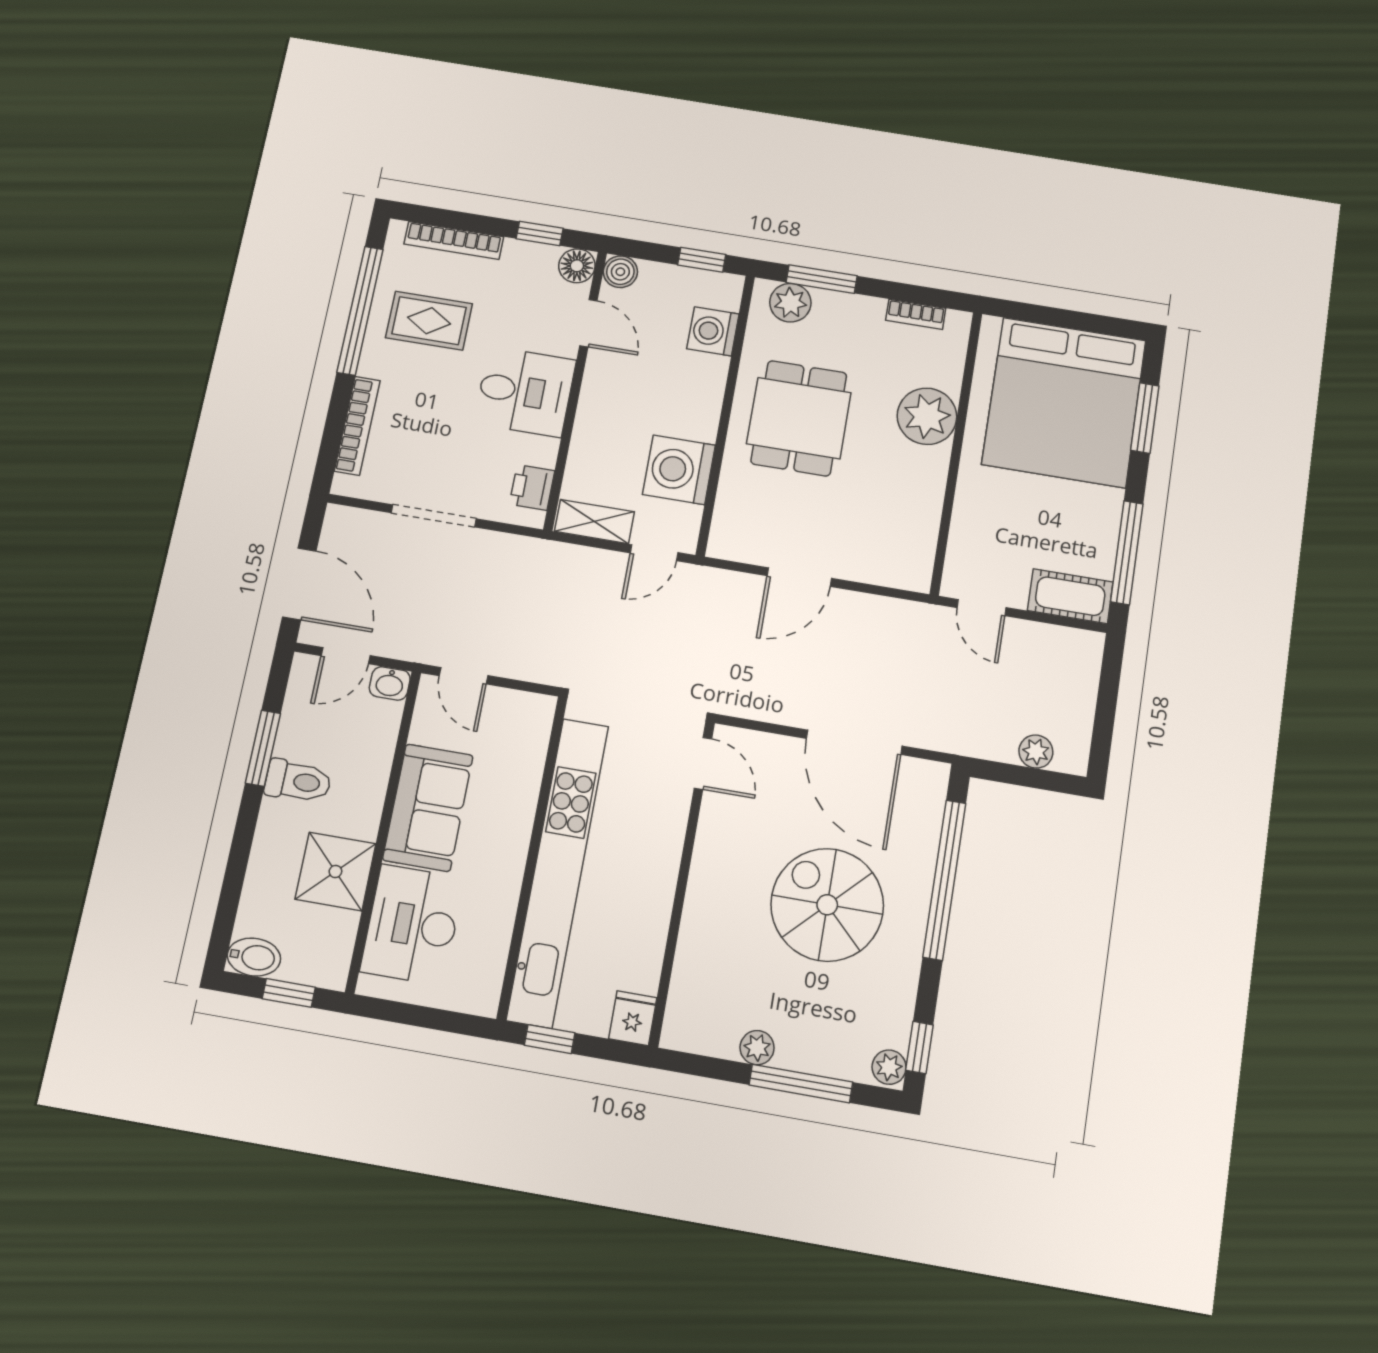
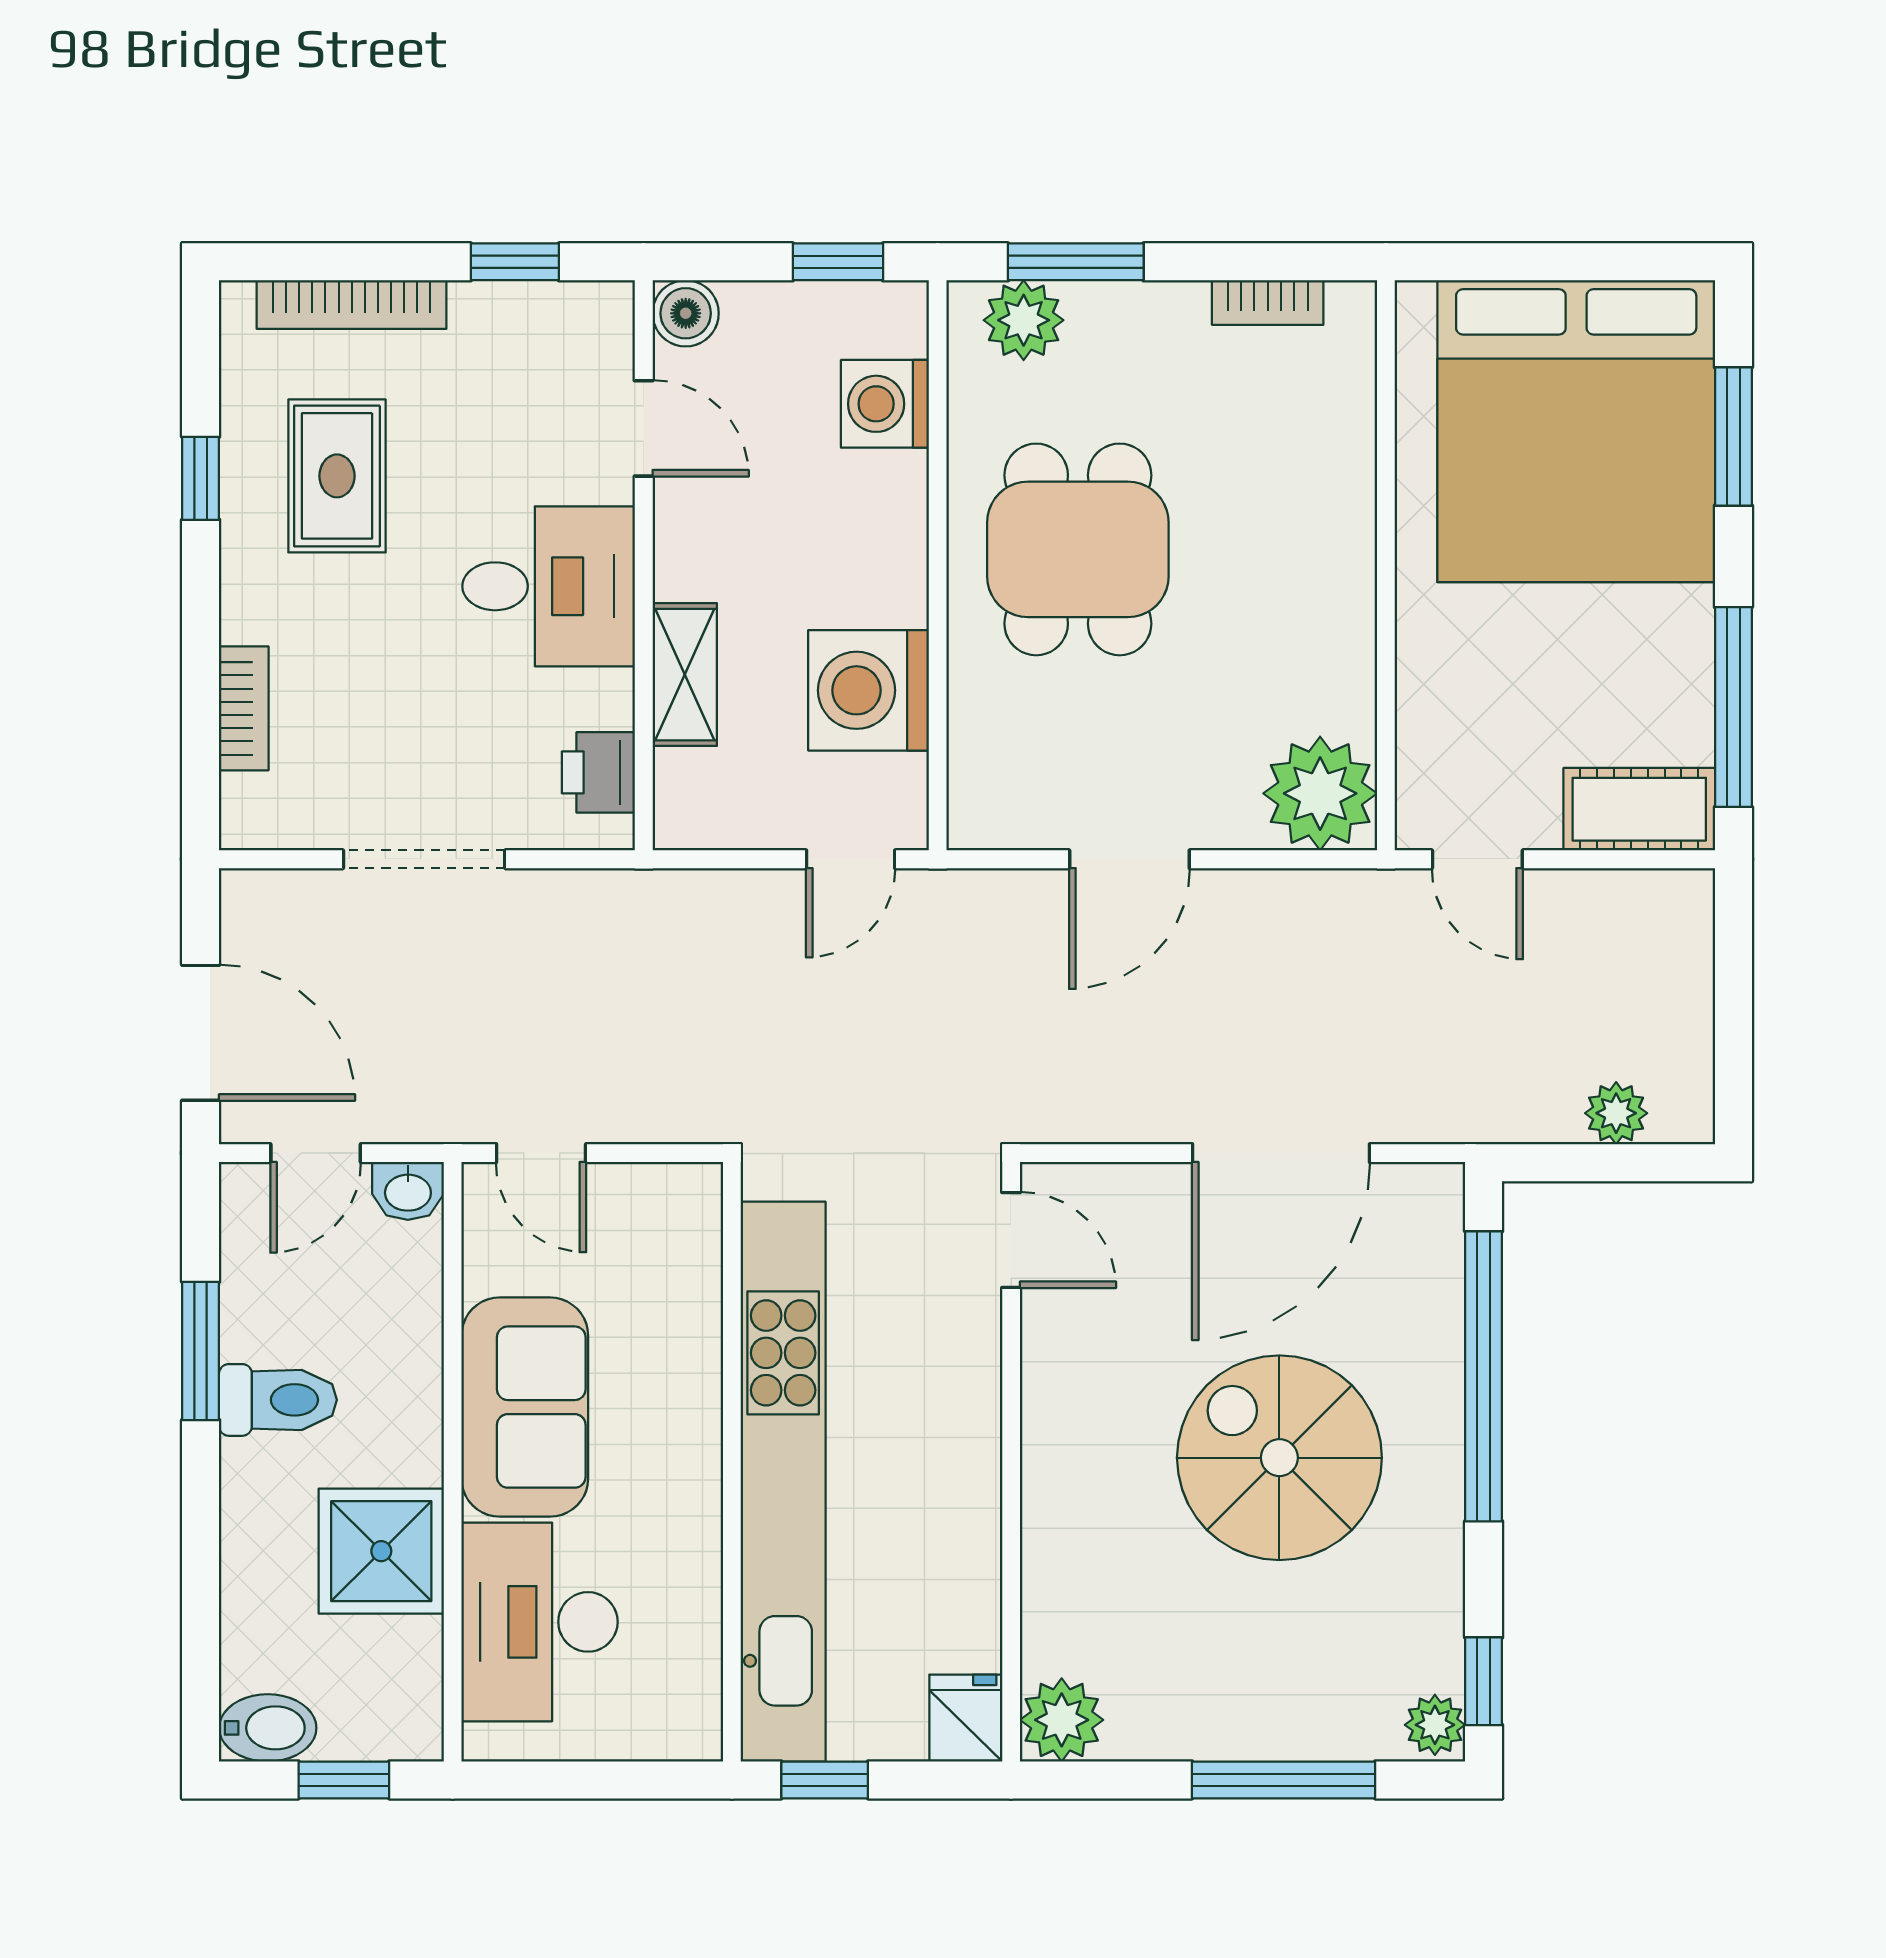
floor lamp: (577, 266) -> (599, 316), removed
window: (360, 311) -> (201, 478), width x0.32
rug: (429, 321) -> (337, 476), turned 90
plant: (927, 416) -> (1320, 793), moved
bookcase: (357, 426) -> (244, 708), width x0.64
shelving: (594, 522) -> (685, 675), moved, turned 90
door: (854, 742) -> (1281, 1153), hinge flipped
plant: (757, 1048) -> (1062, 1720), moved, width x1.38, depth x1.38

